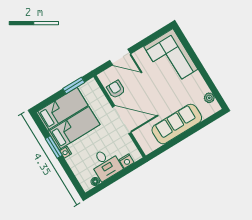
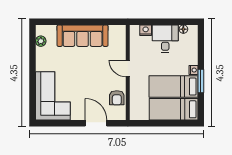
window: (74, 85) -> (151, 123), removed
door: (122, 120) -> (128, 68), width x0.53

